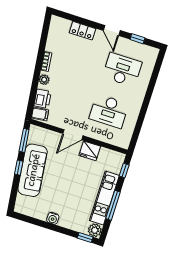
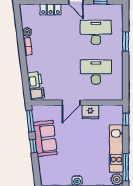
plant: (44, 80) -> (27, 32), moved
window: (150, 89) -> (126, 42), added
desk: (109, 111) -> (96, 72), turned 180
sofa: (33, 170) -> (45, 138), width x0.73
window: (113, 205) -> (126, 167), moved

